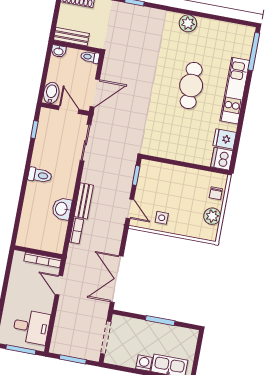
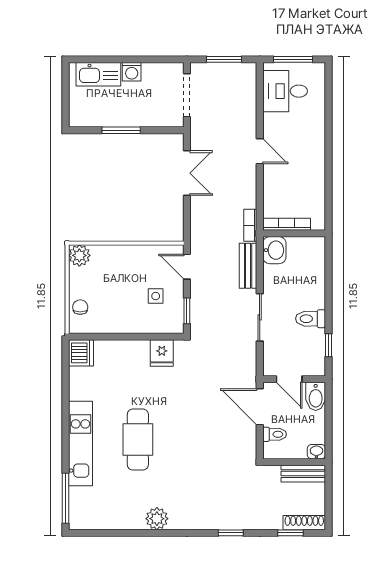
toilet: (90, 57) -> (275, 434), moved
door: (95, 93) -> (260, 407), hinge flipped
fridge: (225, 139) -> (162, 353), moved, turned 90
sliding door: (86, 143) -> (260, 317), moved
toilet: (40, 175) -> (311, 319), moved
plant: (212, 216) -> (79, 255), moved
side table: (162, 218) -> (156, 296), moved
wall: (38, 252) -> (294, 233), moved
bookcase: (43, 260) -> (287, 224), moved
double door: (117, 279) -> (187, 173), width x0.73

